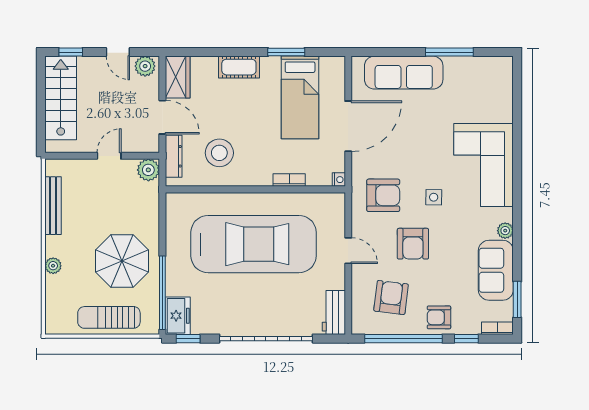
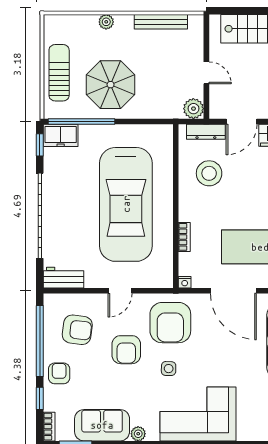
armchair: (383, 195) -> (170, 323), width x1.36, depth x1.36
armchair: (413, 244) -> (126, 350), turned -90

